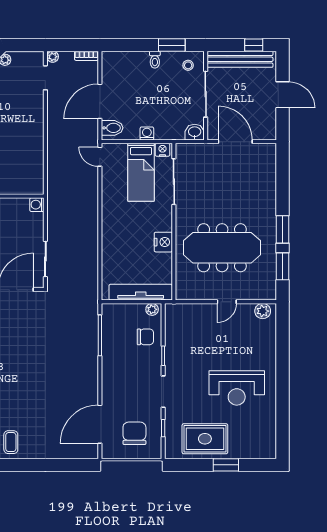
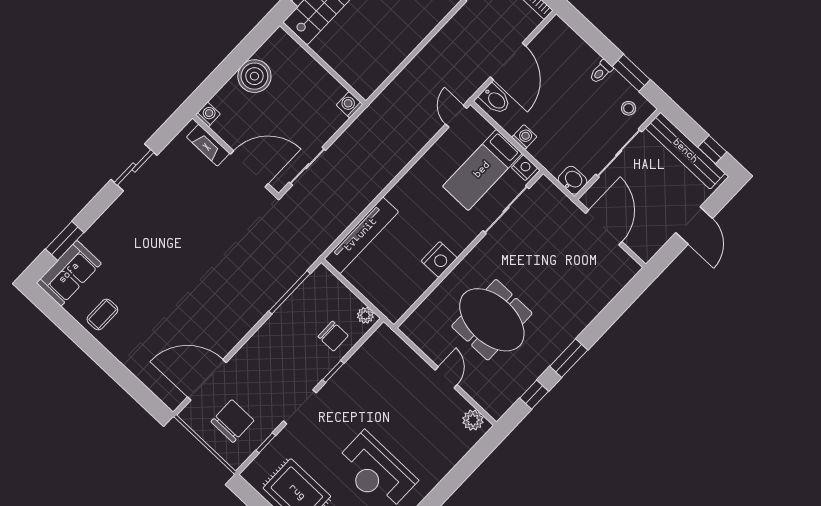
door: (100, 101) -> (508, 61), swing flipped
meeting table: (222, 248) -> (492, 320), width x0.73
window: (283, 266) -> (534, 395), width x0.67
tv unit: (141, 292) -> (361, 235), moved, turned 90
door: (227, 302) -> (446, 377), swing flipped

